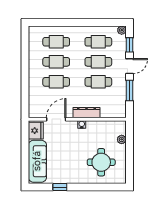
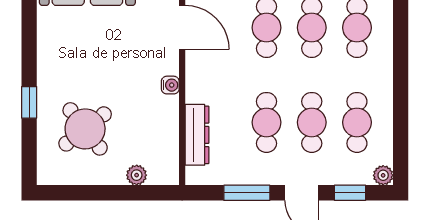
dresser: (86, 113) -> (197, 135), moved
round table: (101, 162) -> (85, 129), turned -38
window: (60, 187) -> (29, 102), moved

